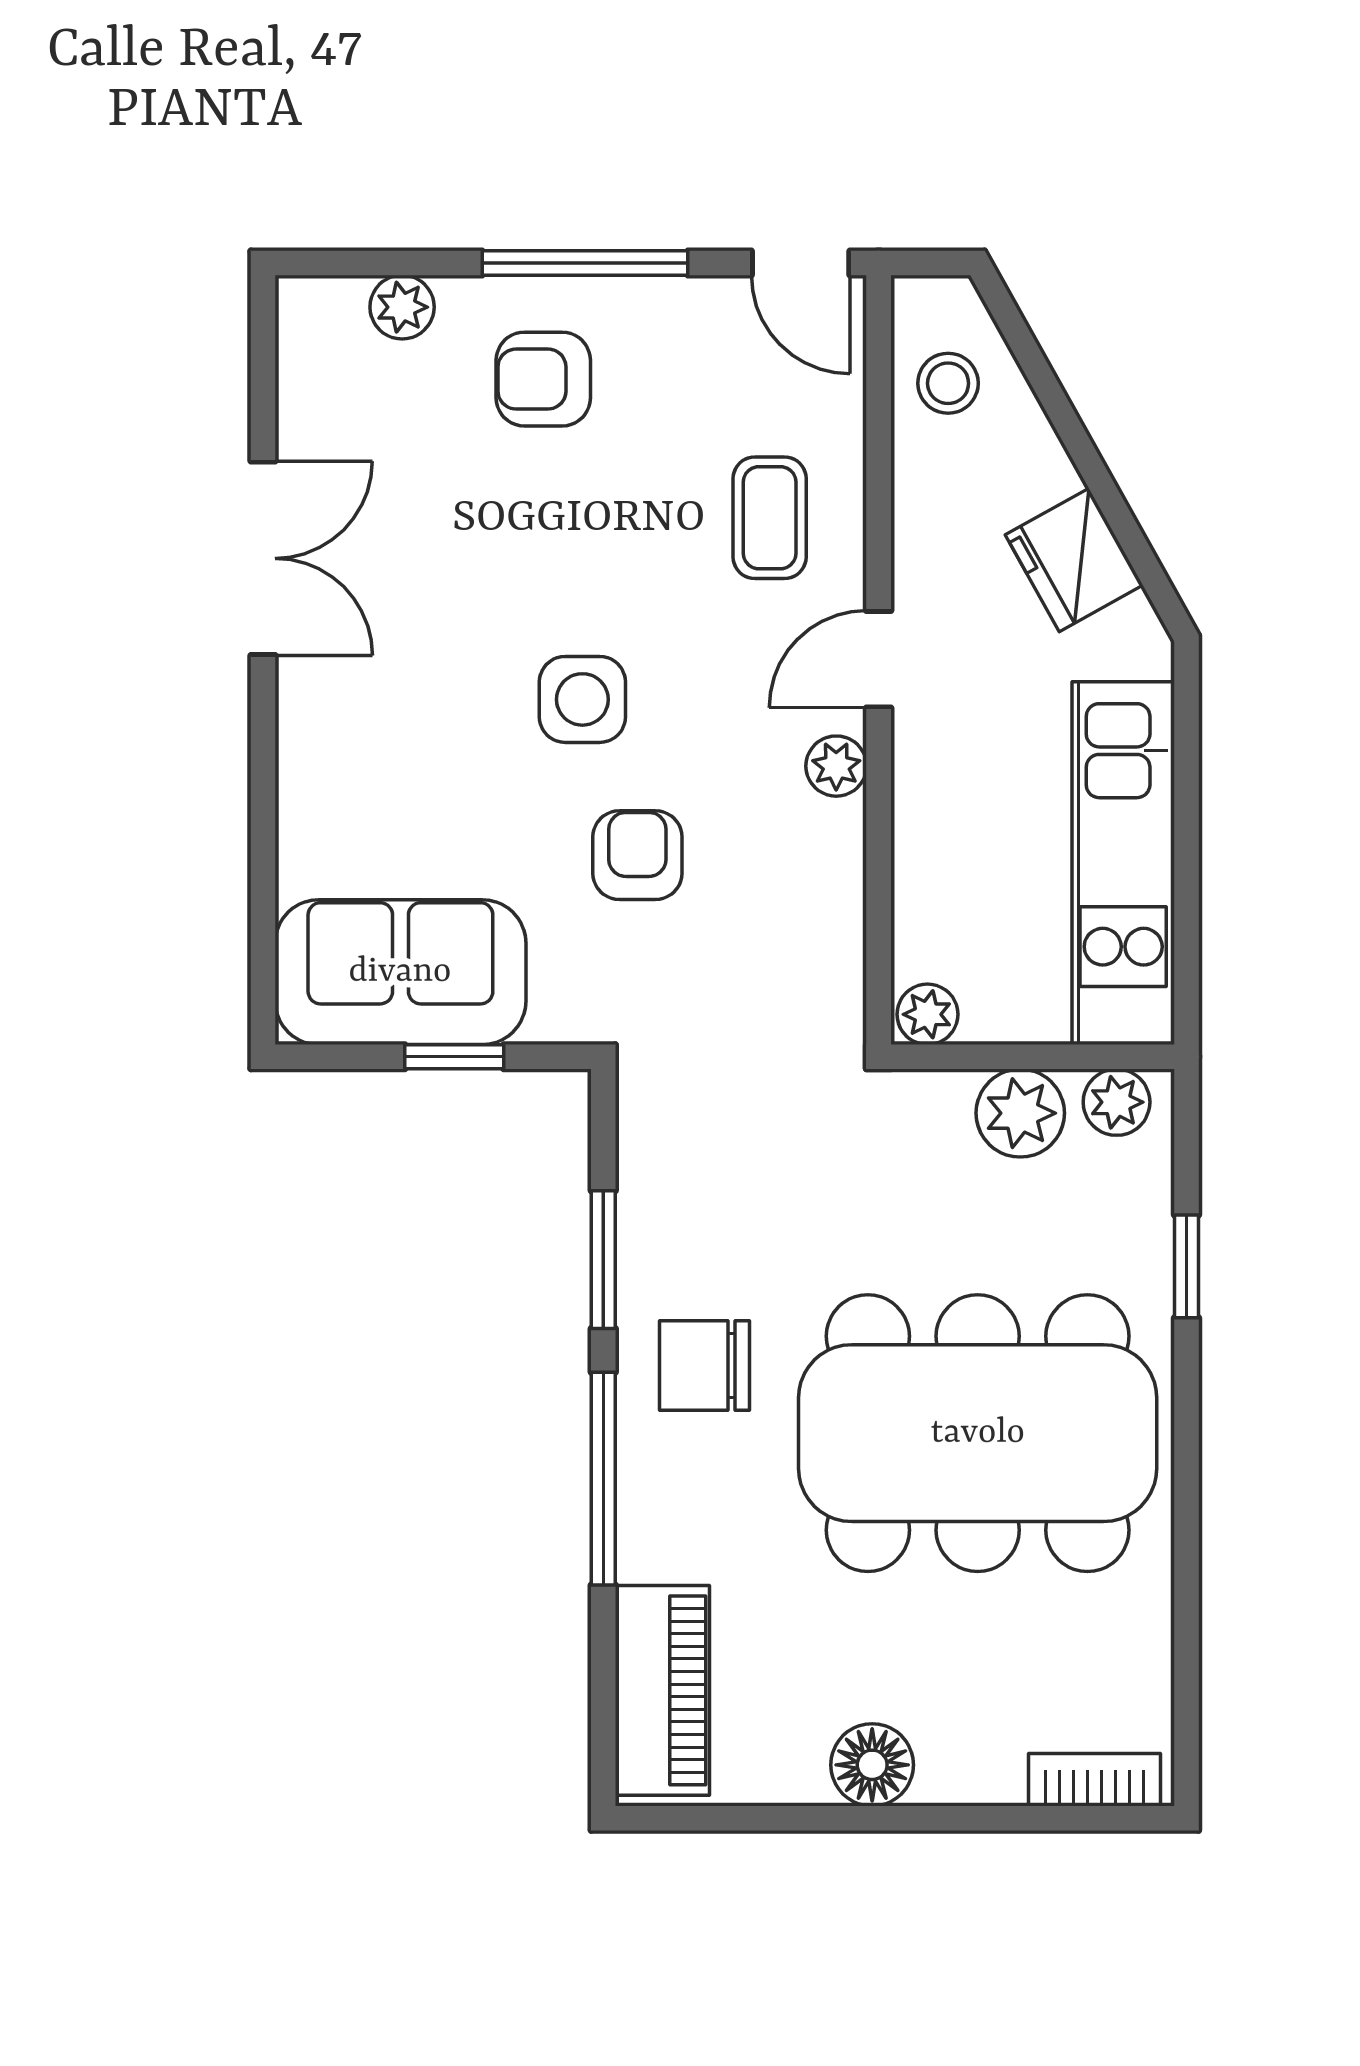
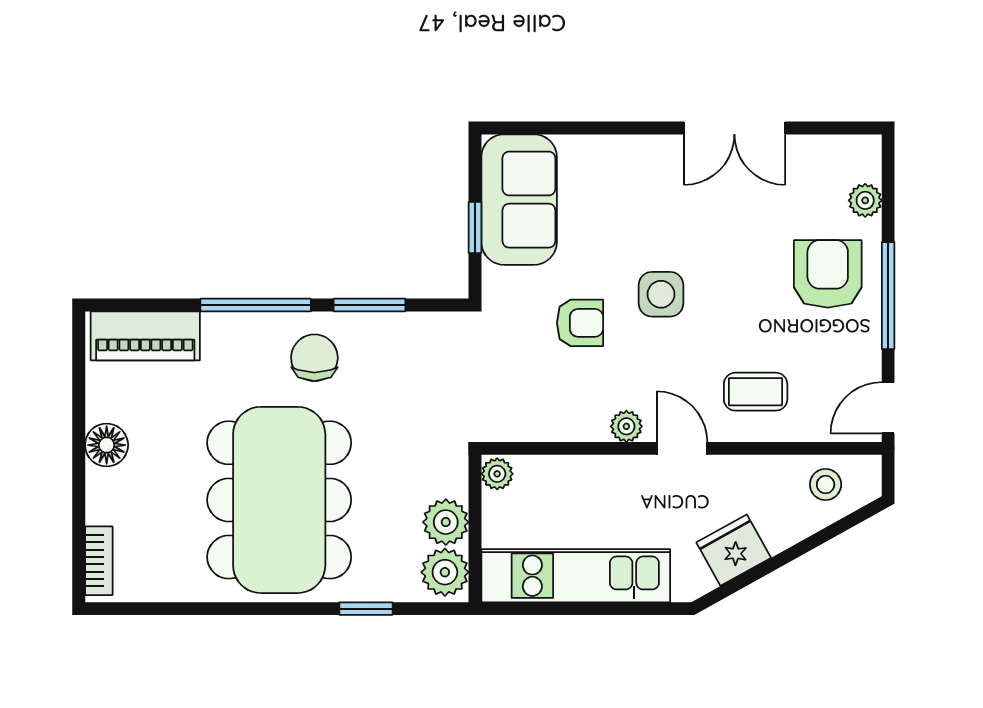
armchair: (543, 379) -> (828, 274), width x1.38, depth x1.38
plant: (1117, 1102) -> (445, 572), width x1.38, depth x1.38

